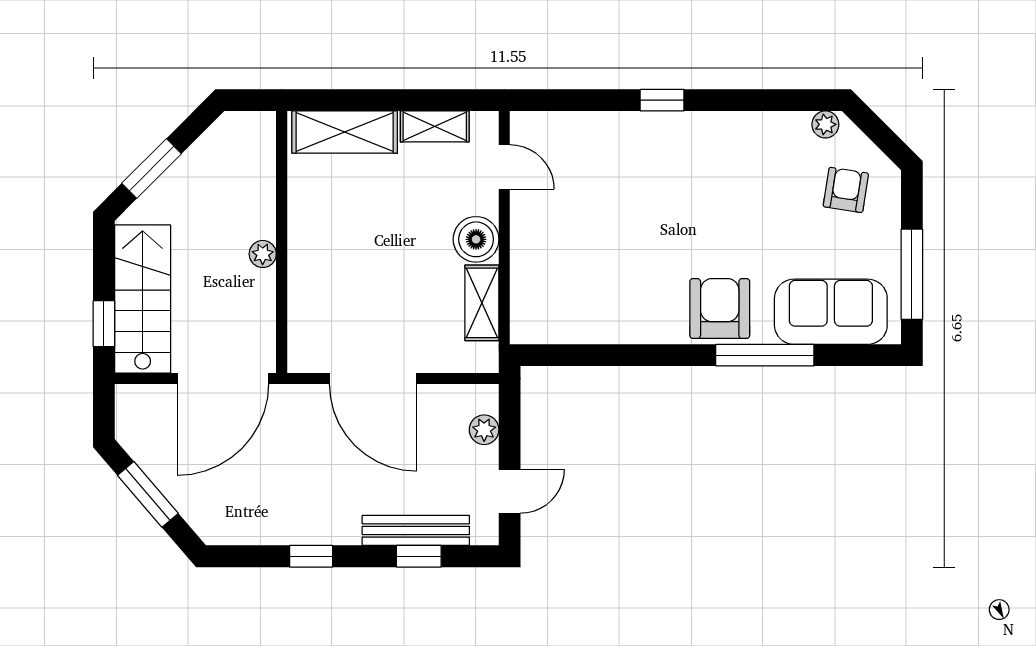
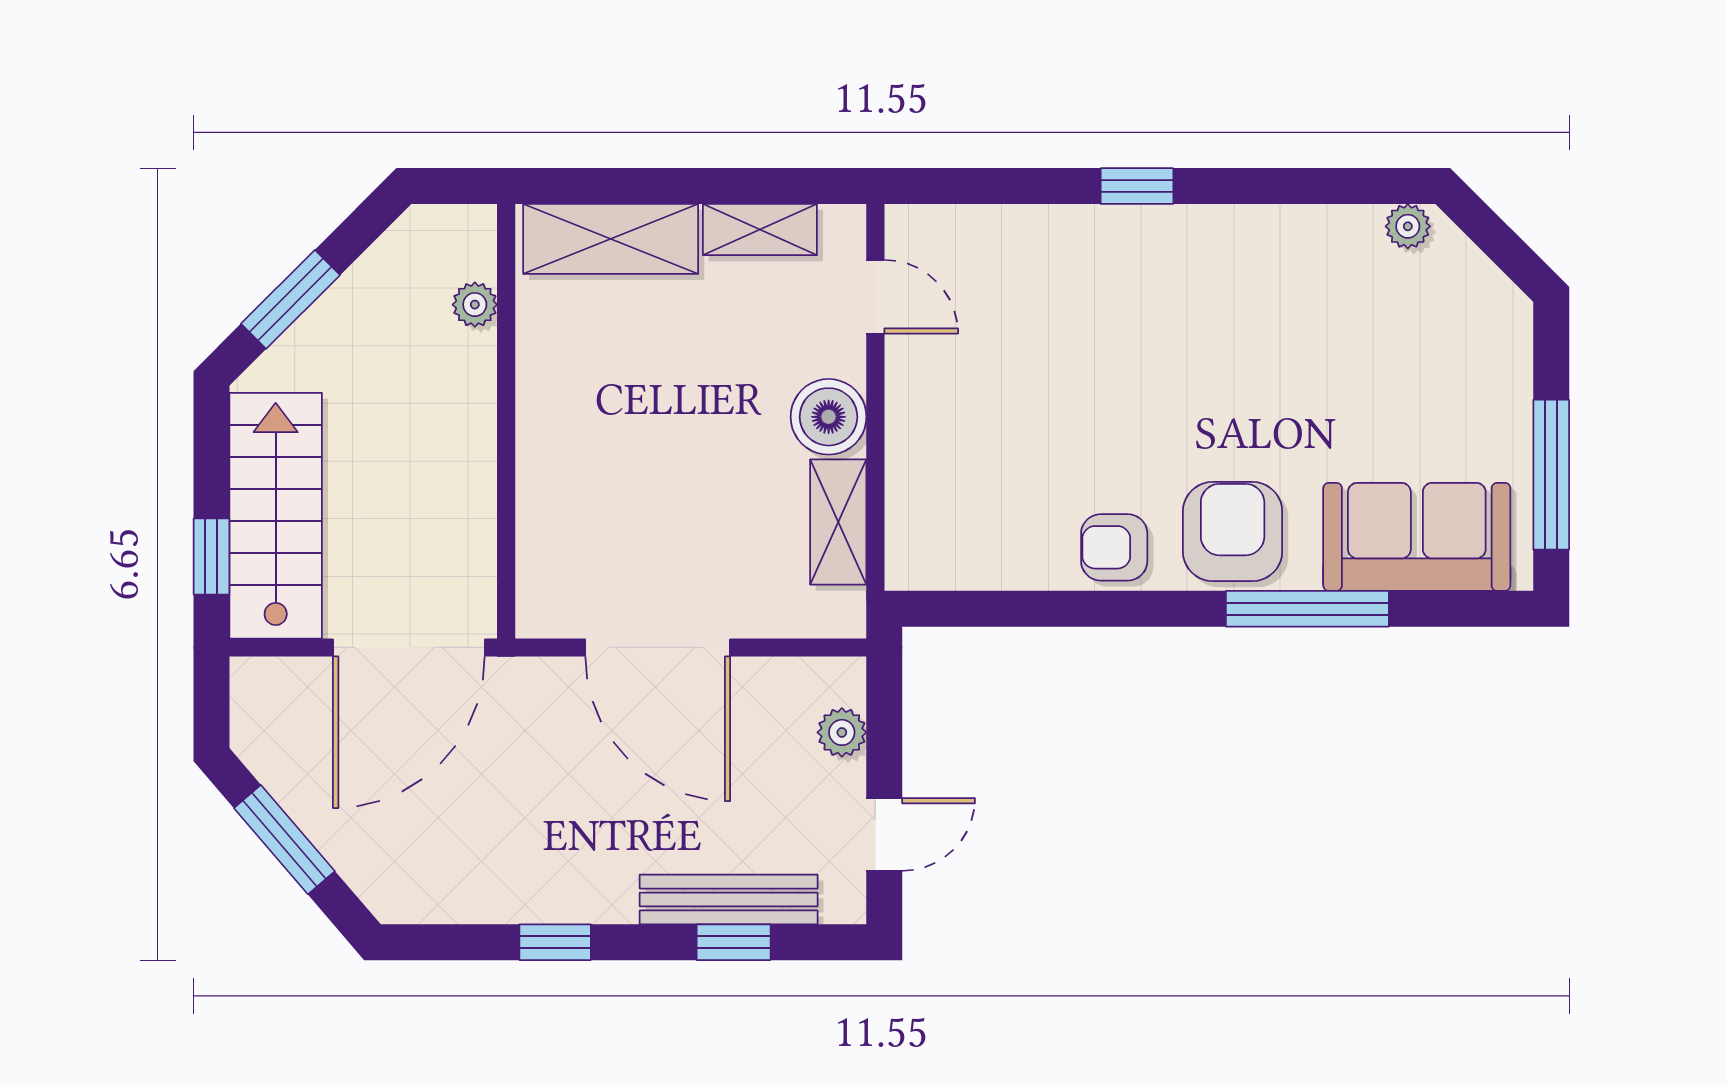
armchair: (846, 190) -> (1114, 547), moved, turned -99
plant: (263, 254) -> (475, 305), moved

